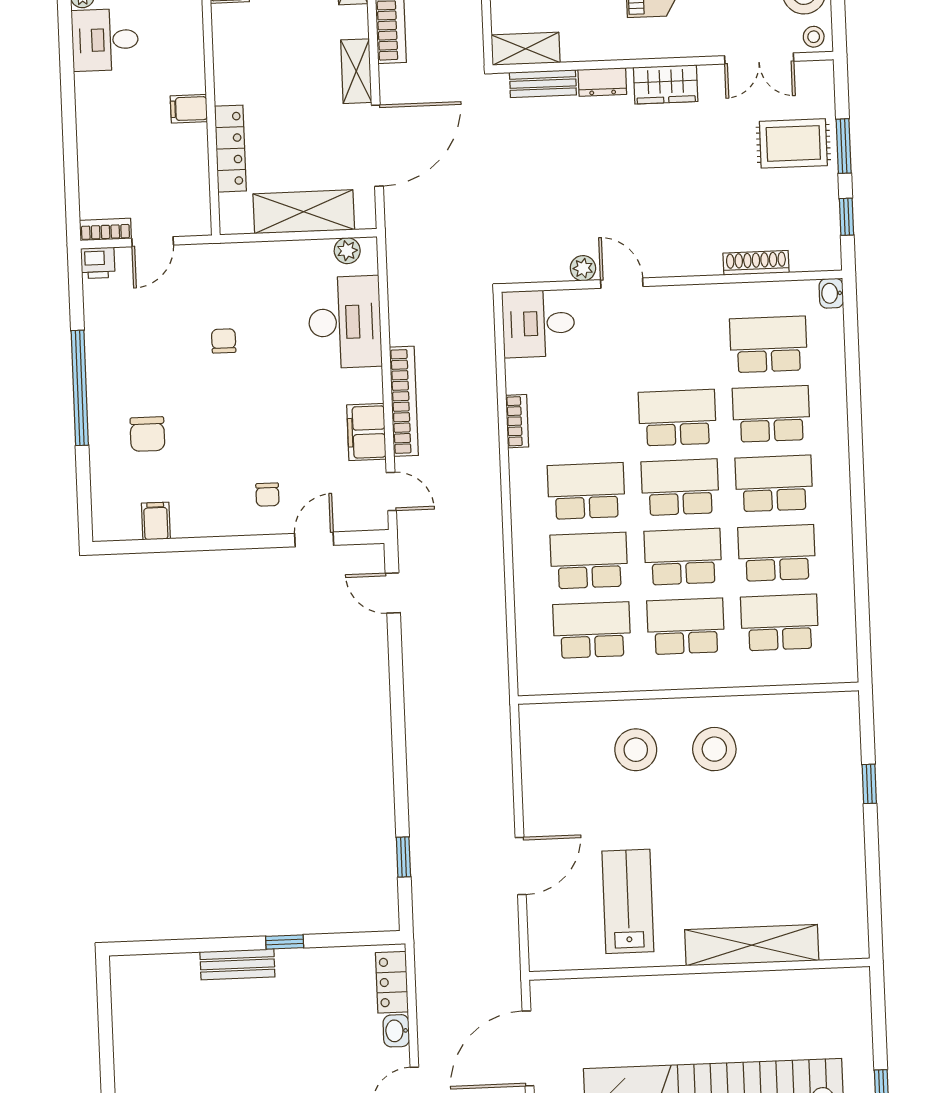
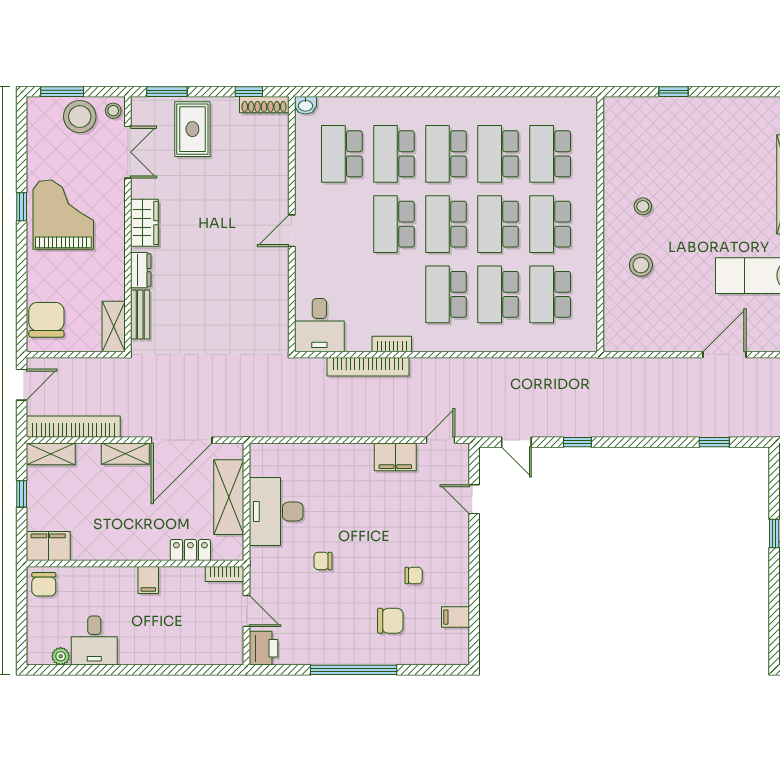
door: (377, 146) -> (182, 440), swing flipped
window: (844, 146) -> (167, 92), moved
locker: (230, 149) -> (190, 550), width x0.66
bookcase: (105, 229) -> (225, 574), moved, turned -90
plant: (347, 251) -> (259, 466), removed
printer: (98, 263) -> (263, 648), width x1.36, depth x1.24
shoe rack: (756, 263) -> (264, 105), moved, turned -90
plant: (583, 268) -> (279, 290), removed
door: (622, 283) -> (292, 231), moved
desk: (345, 322) -> (276, 512), moved, turned -90
bookcase: (404, 401) -> (368, 367), moved, turned 180
chair: (267, 495) -> (414, 576), moved
door: (393, 593) -> (516, 442), hinge flipped
window: (396, 674) -> (577, 442), added
stool: (714, 749) -> (643, 206), width x0.53, depth x0.53
stool: (636, 750) -> (641, 265), width x0.73, depth x0.73
door: (521, 866) -> (724, 355), hinge flipped

